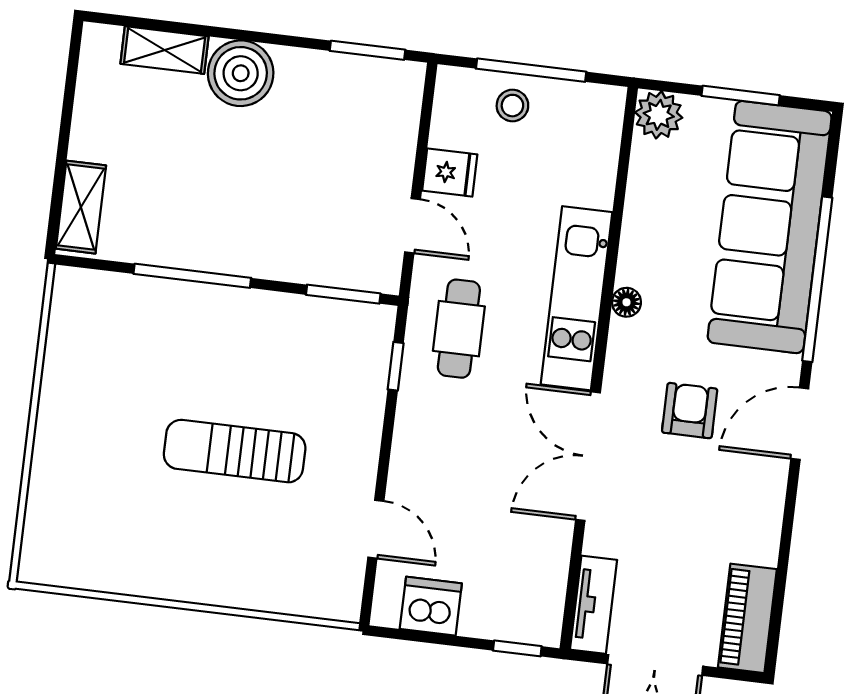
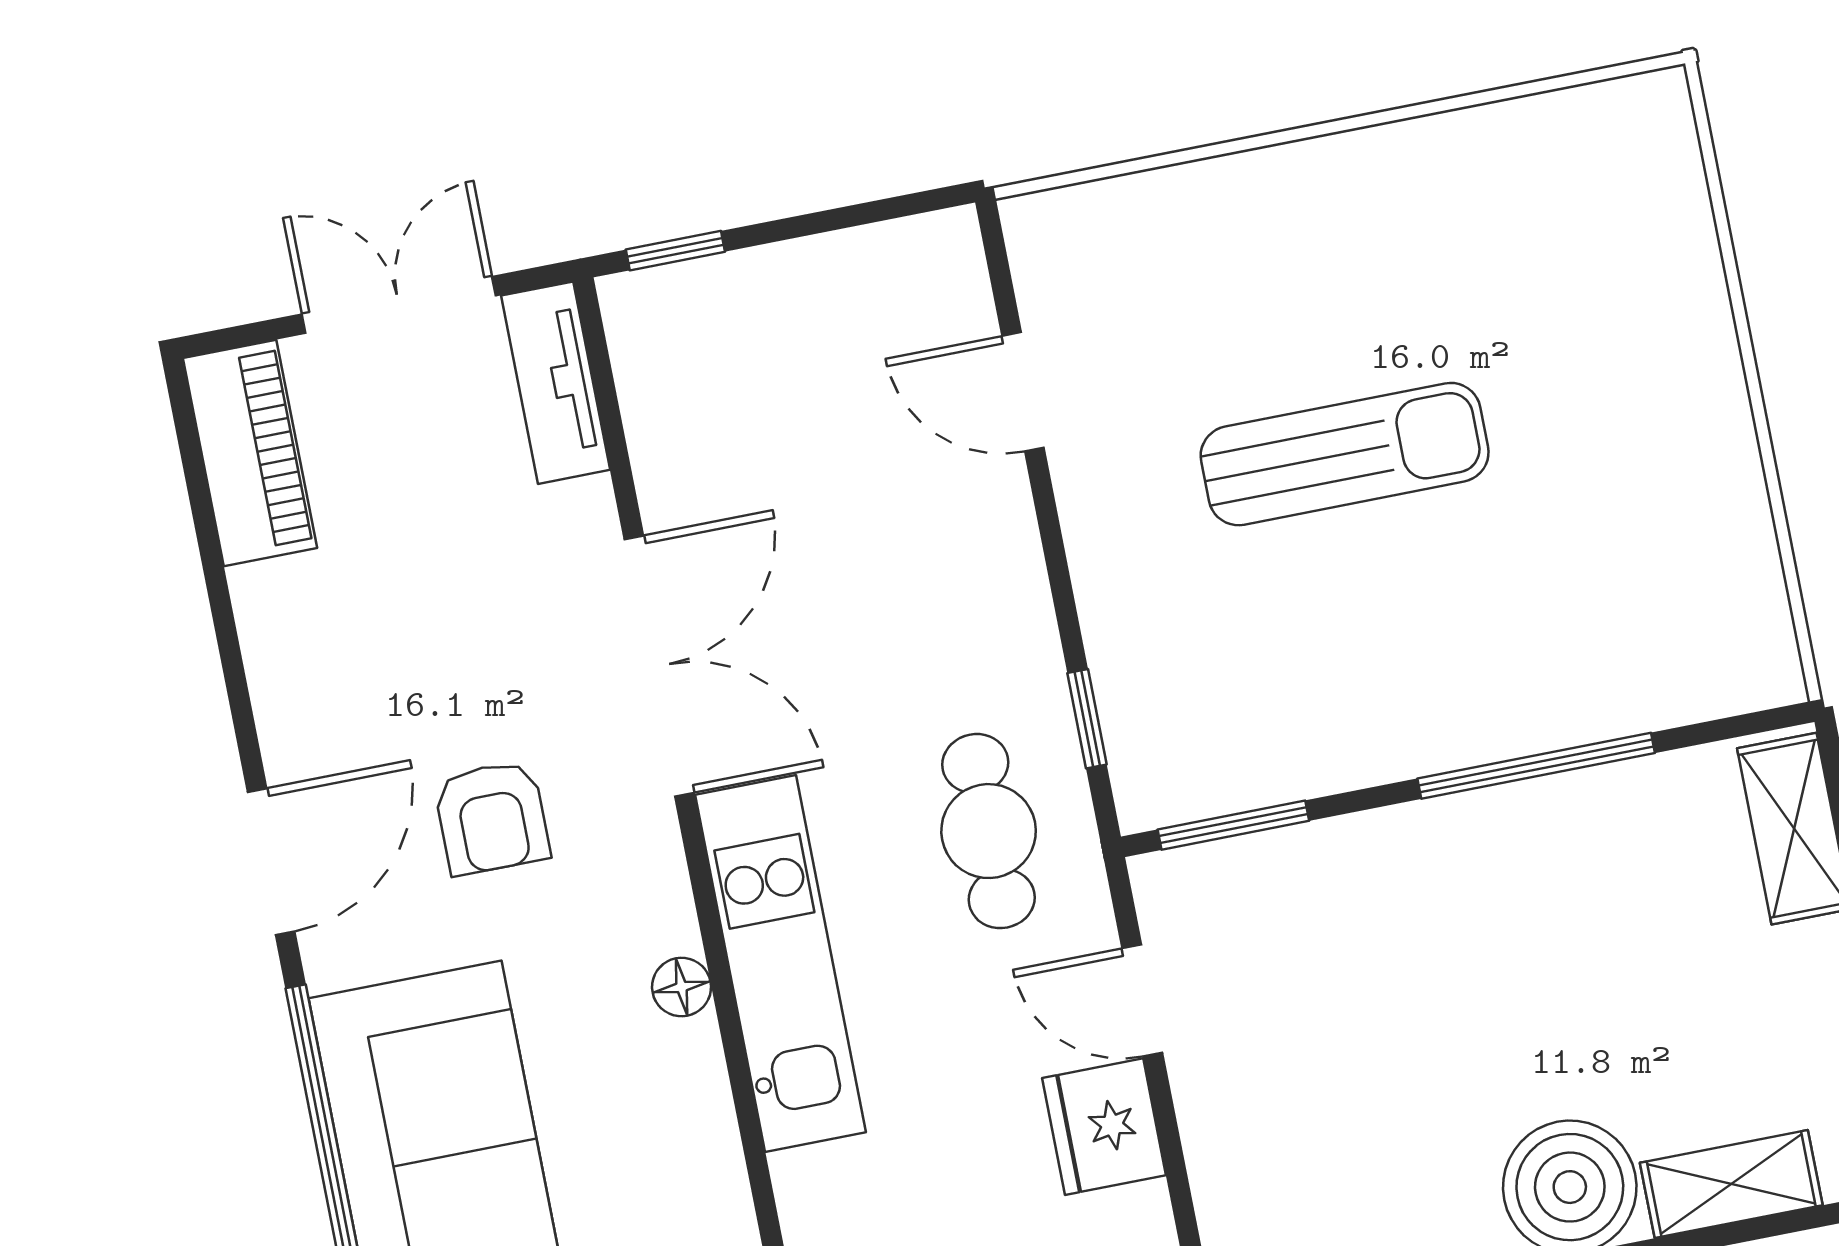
fridge: (450, 172) -> (1104, 1127), width x1.38
dishwasher: (431, 606) -> (869, 278), removed

